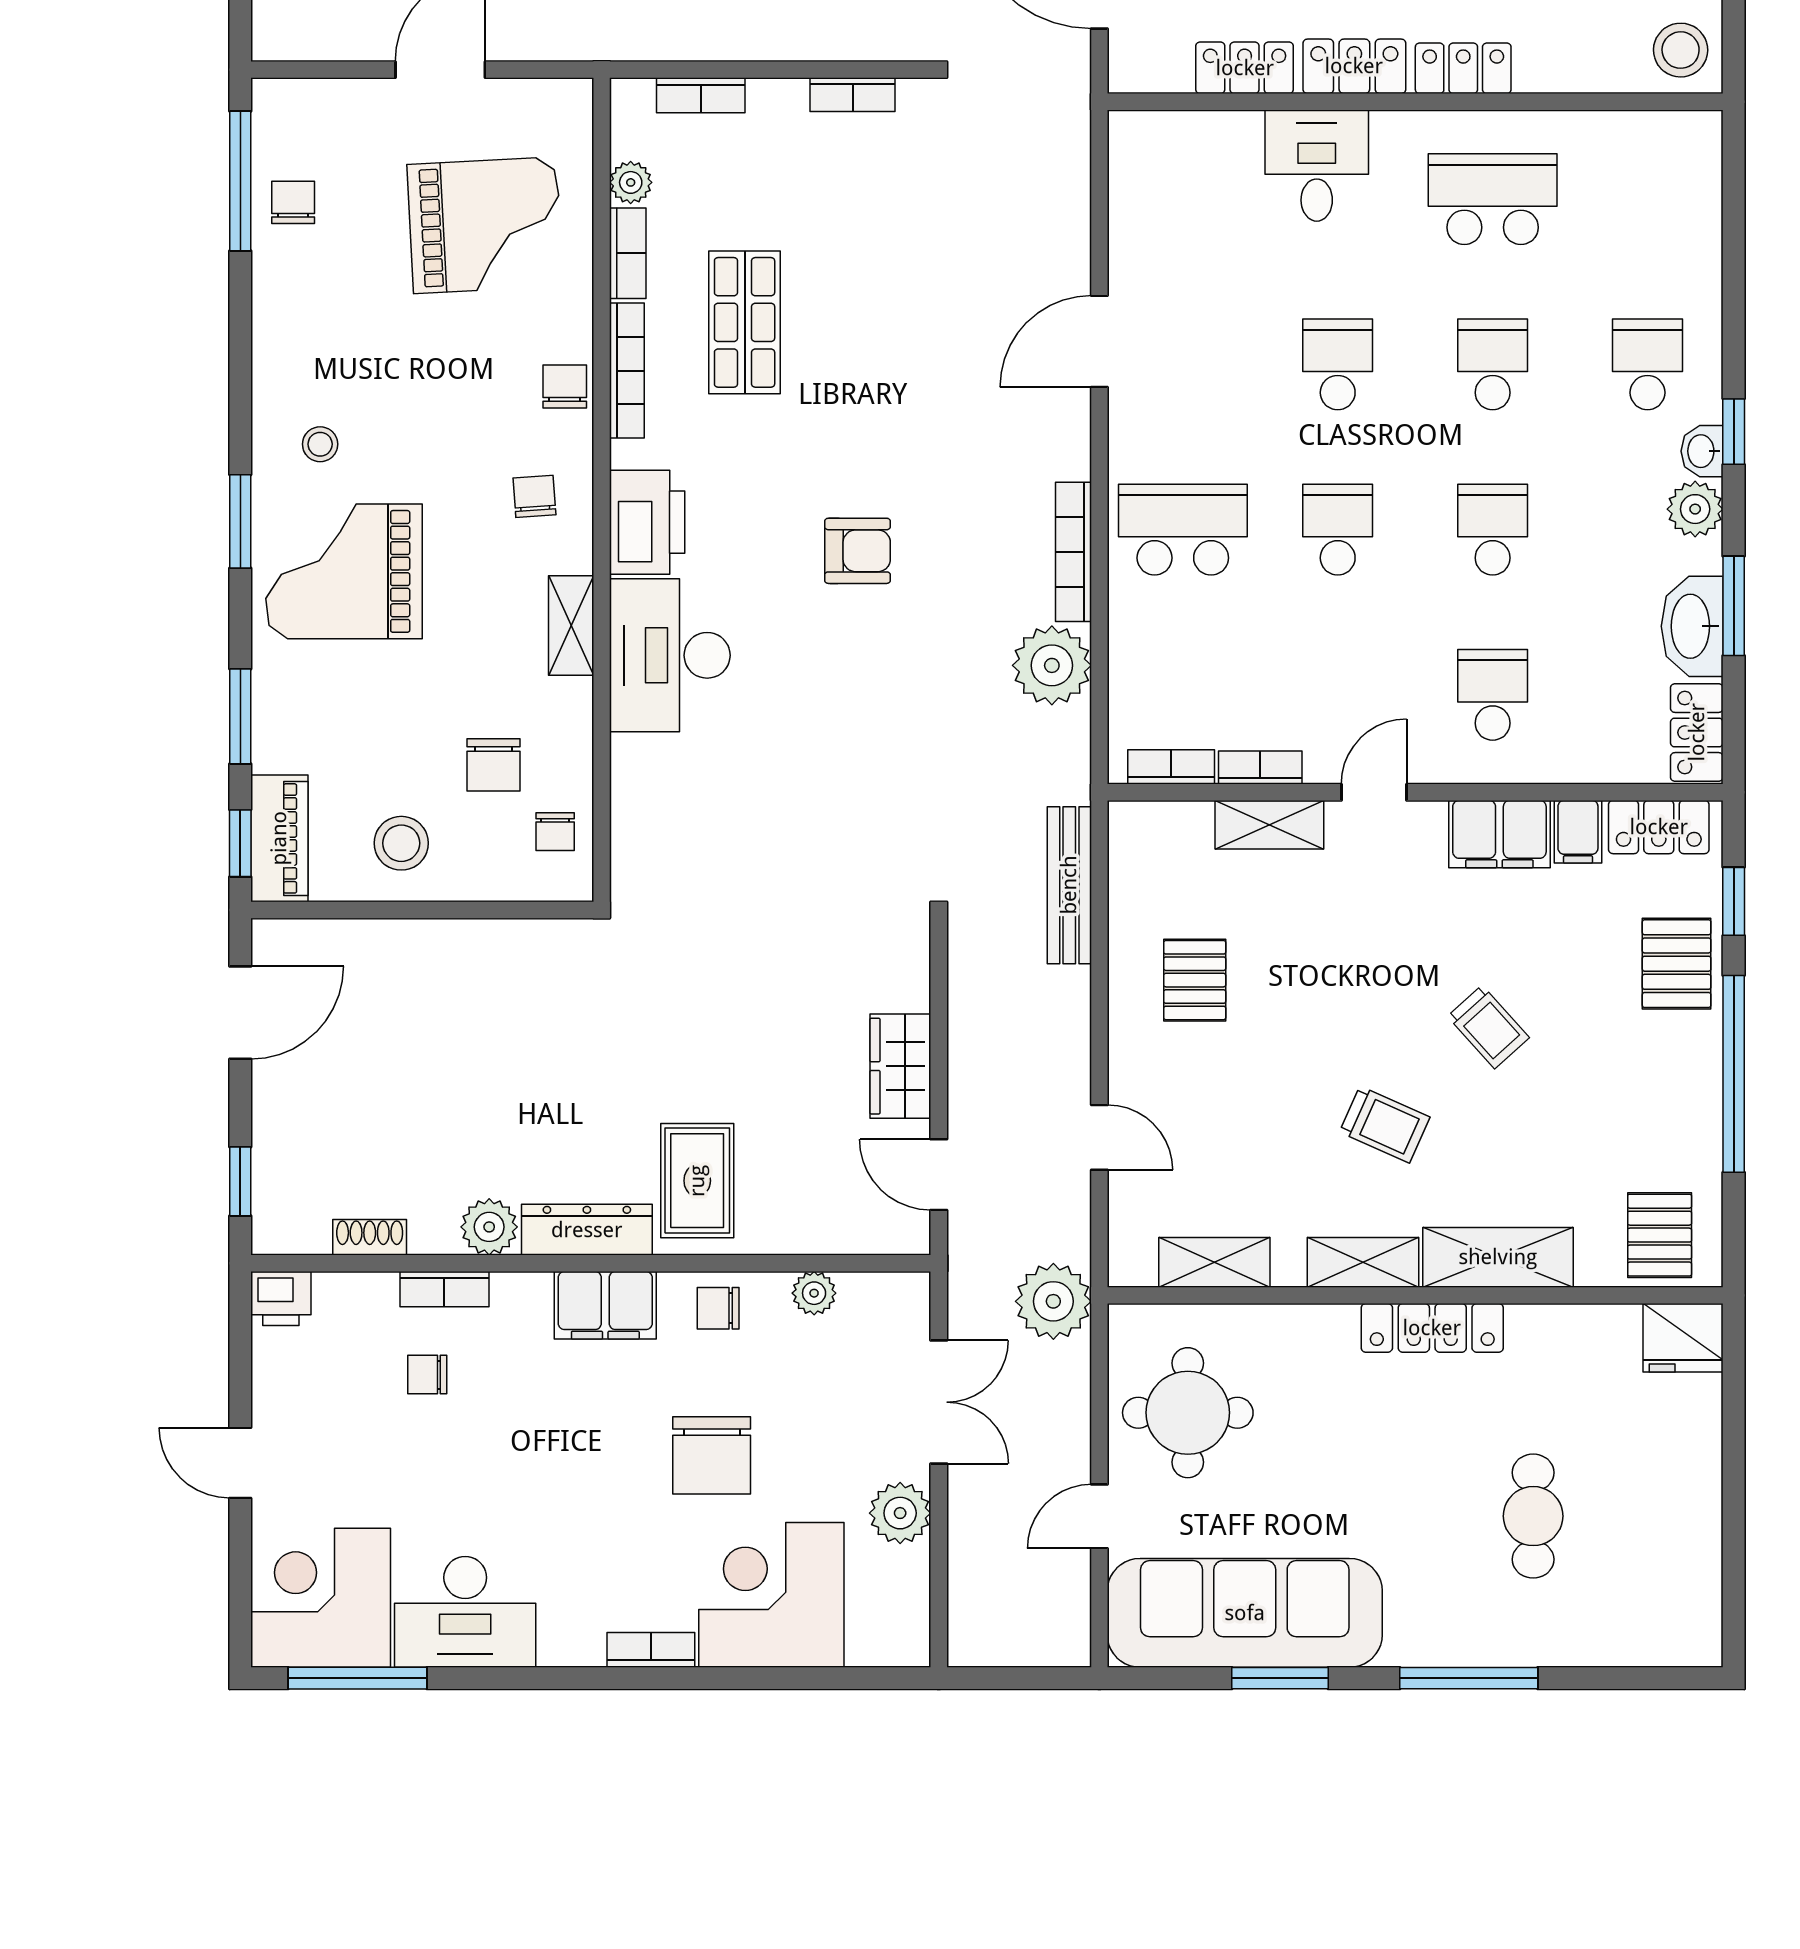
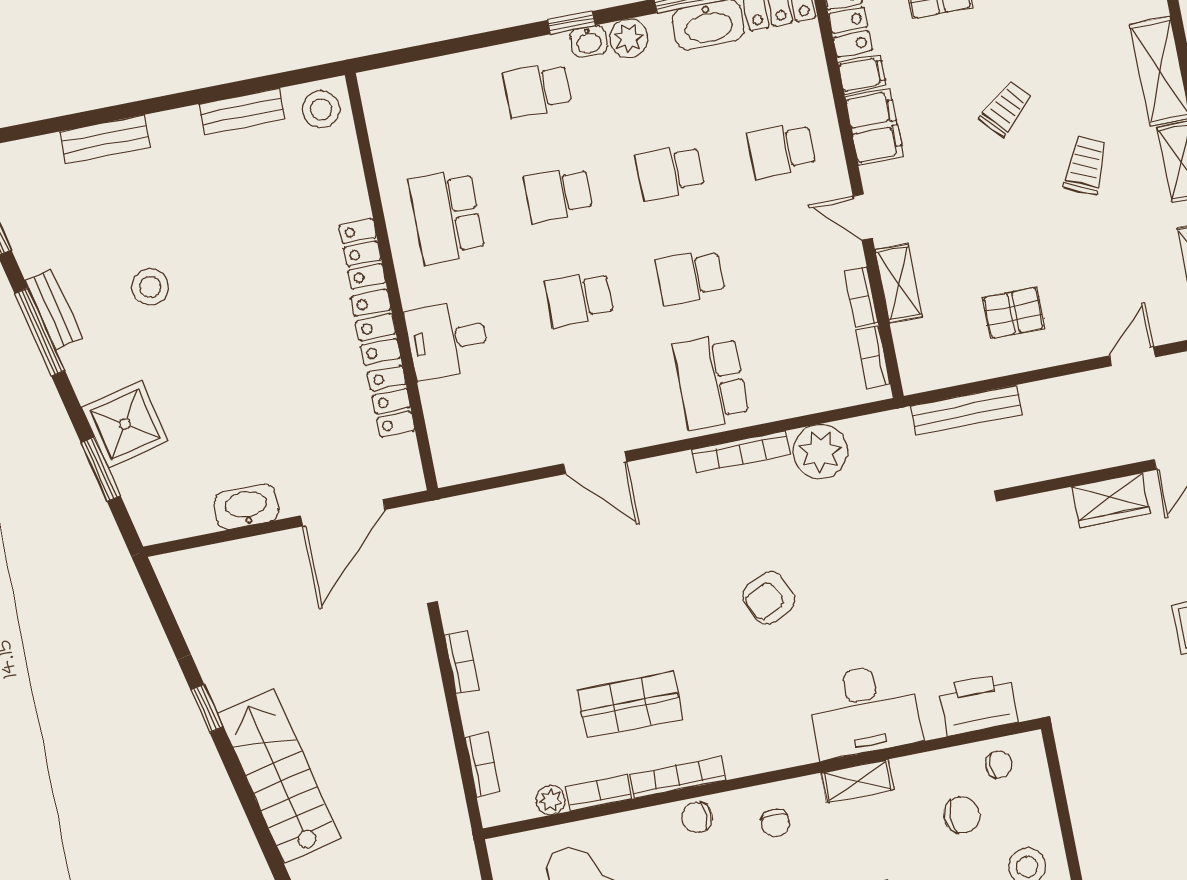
chair: (534, 496) -> (775, 823), turned -86
printer: (647, 522) -> (978, 704), moved
armchair: (858, 551) -> (769, 598), turned -115

